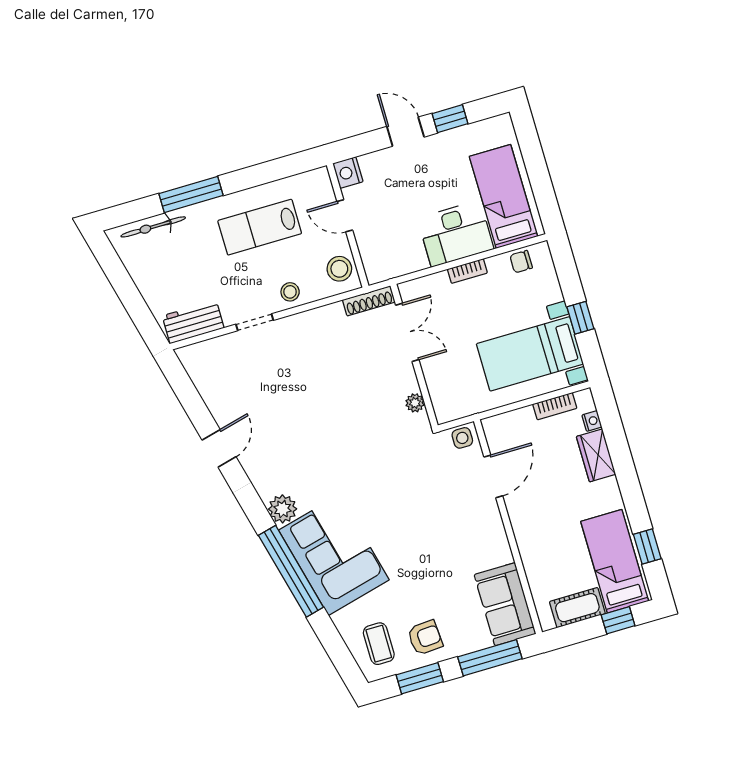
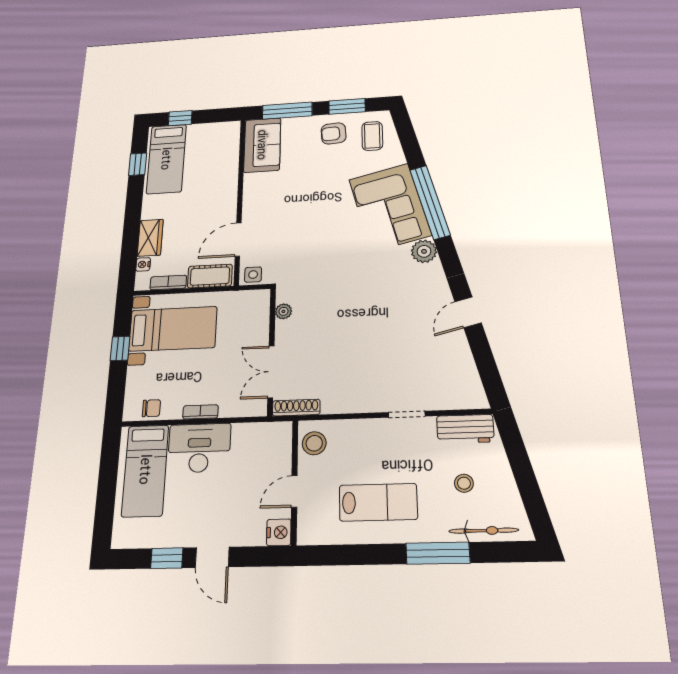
door: (345, 216) -> (294, 491), swing flipped
stool: (290, 292) -> (464, 483), moved
cot: (577, 608) -> (210, 276), moved

